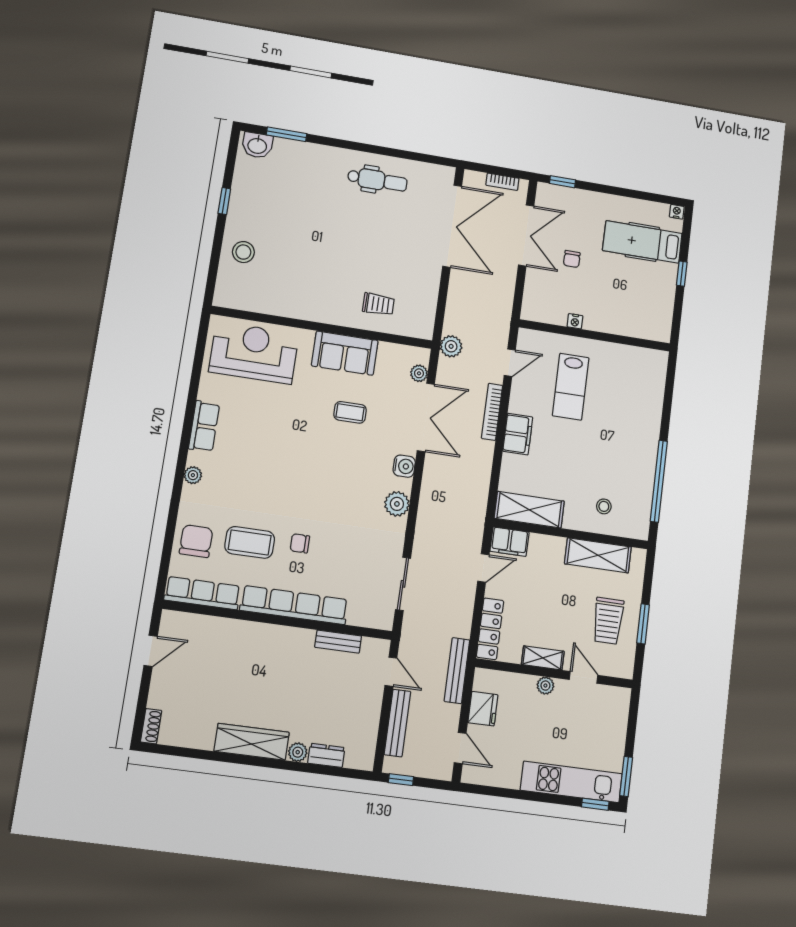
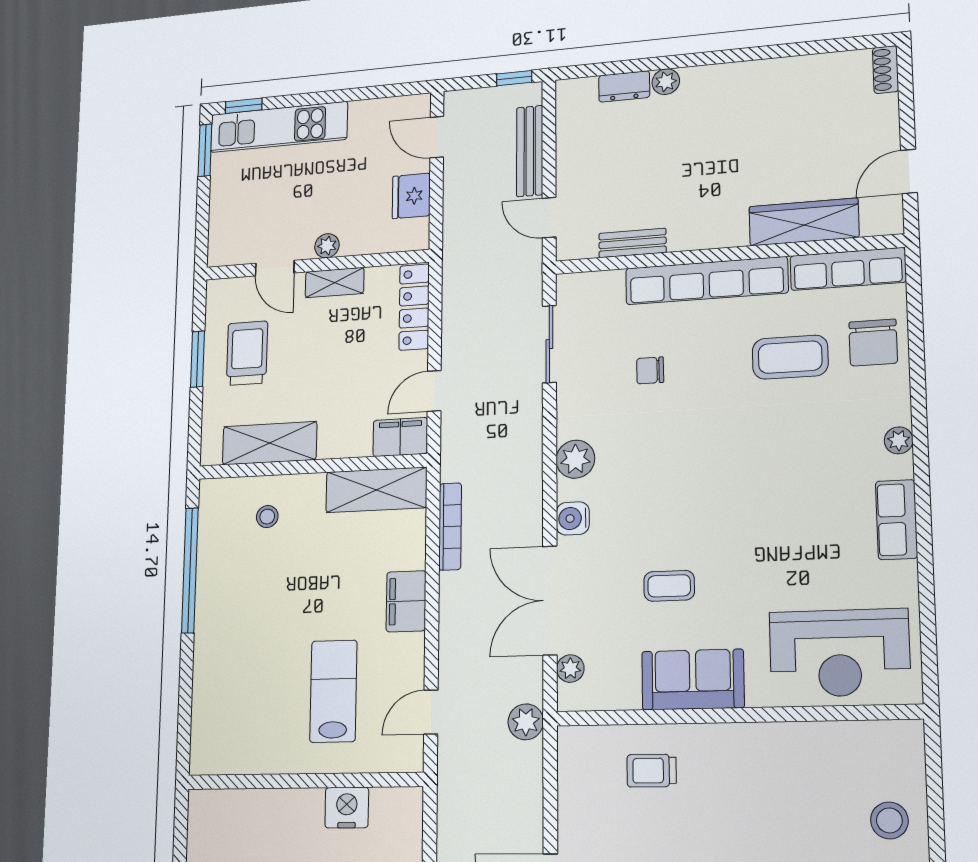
nightstand: (575, 321) -> (347, 808), width x1.89, depth x1.79
bookcase: (492, 412) -> (450, 526), moved
chair: (300, 543) -> (650, 370), moved, turned 180
bench: (457, 671) -> (455, 239), removed
wardrobe: (252, 742) -> (804, 222), moved, turned 180

